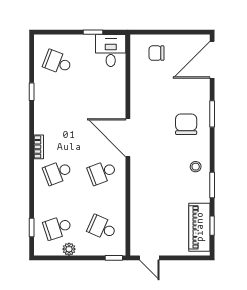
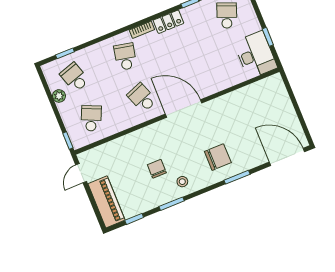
desk: (111, 50) -> (255, 55), width x1.37
chair: (156, 53) -> (157, 169), moved
locker: (41, 119) -> (168, 22), added
door: (128, 138) -> (184, 108), hinge flipped
school desk: (57, 173) -> (125, 57), turned 33
piano: (199, 227) -> (106, 202), moved, turned 90

